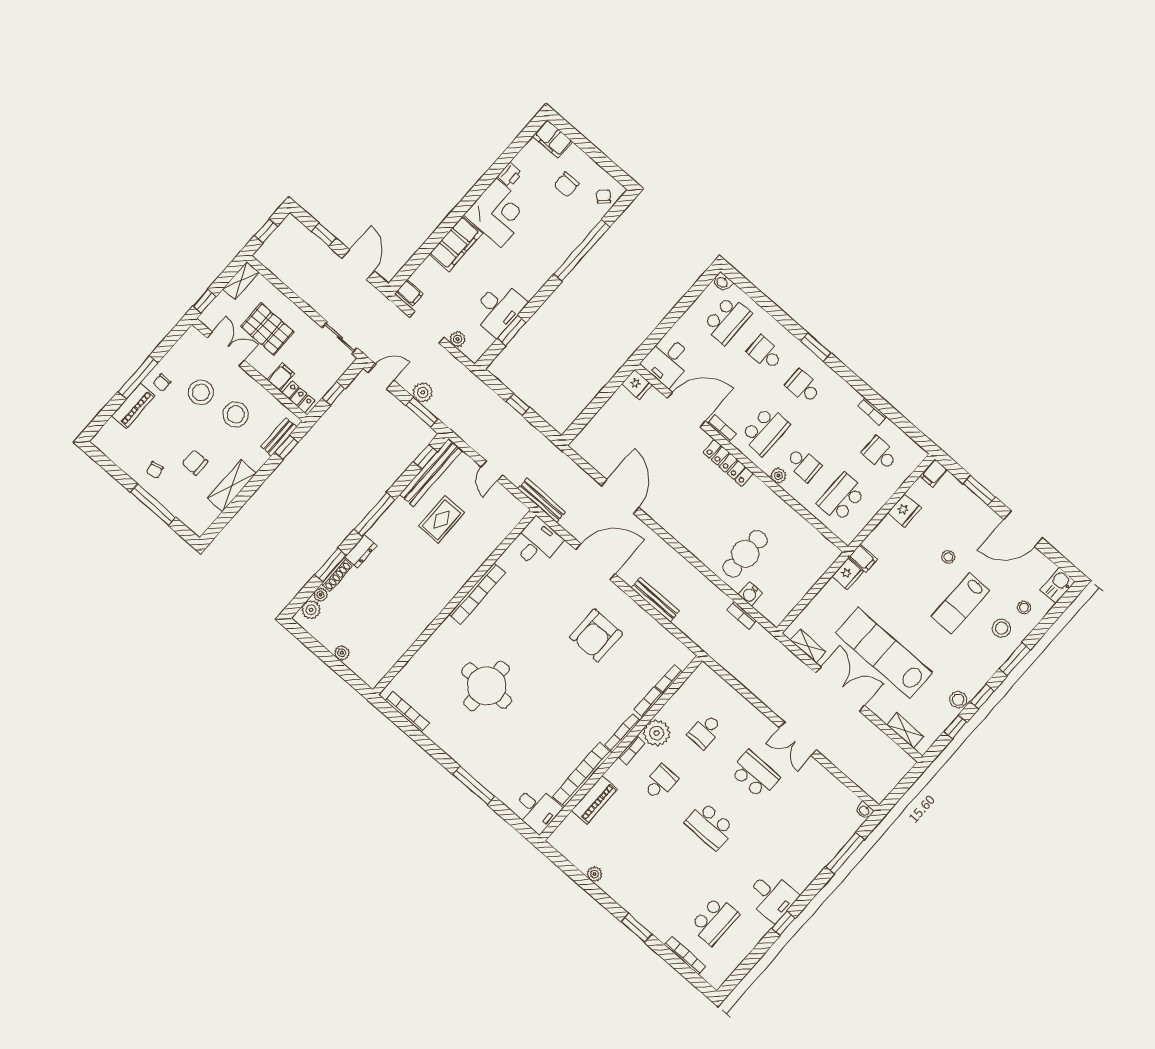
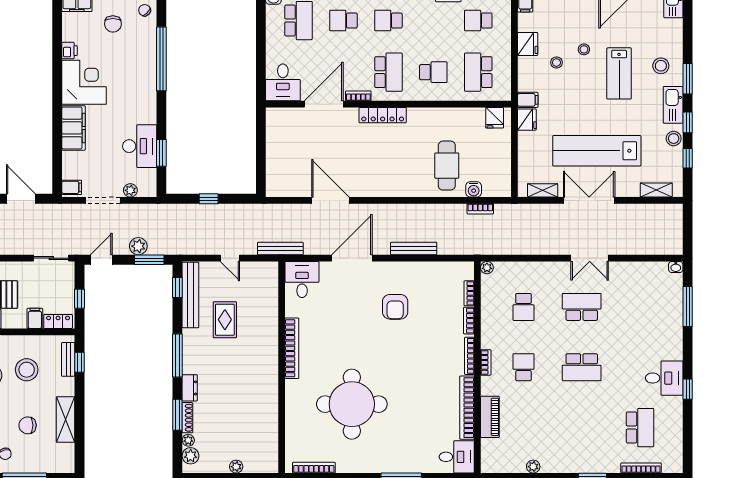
fridge: (637, 384) -> (495, 118), moved, turned 90
plant: (778, 476) -> (423, 94), removed
stool: (1024, 607) -> (556, 63), moved
armchair: (596, 635) -> (395, 307), width x0.73, depth x0.73
kitchen sink: (983, 671) -> (673, 105), added
round table: (487, 686) -> (352, 404), width x1.36, depth x1.36
plant: (657, 733) -> (487, 268), moved, width x0.53, depth x0.53

